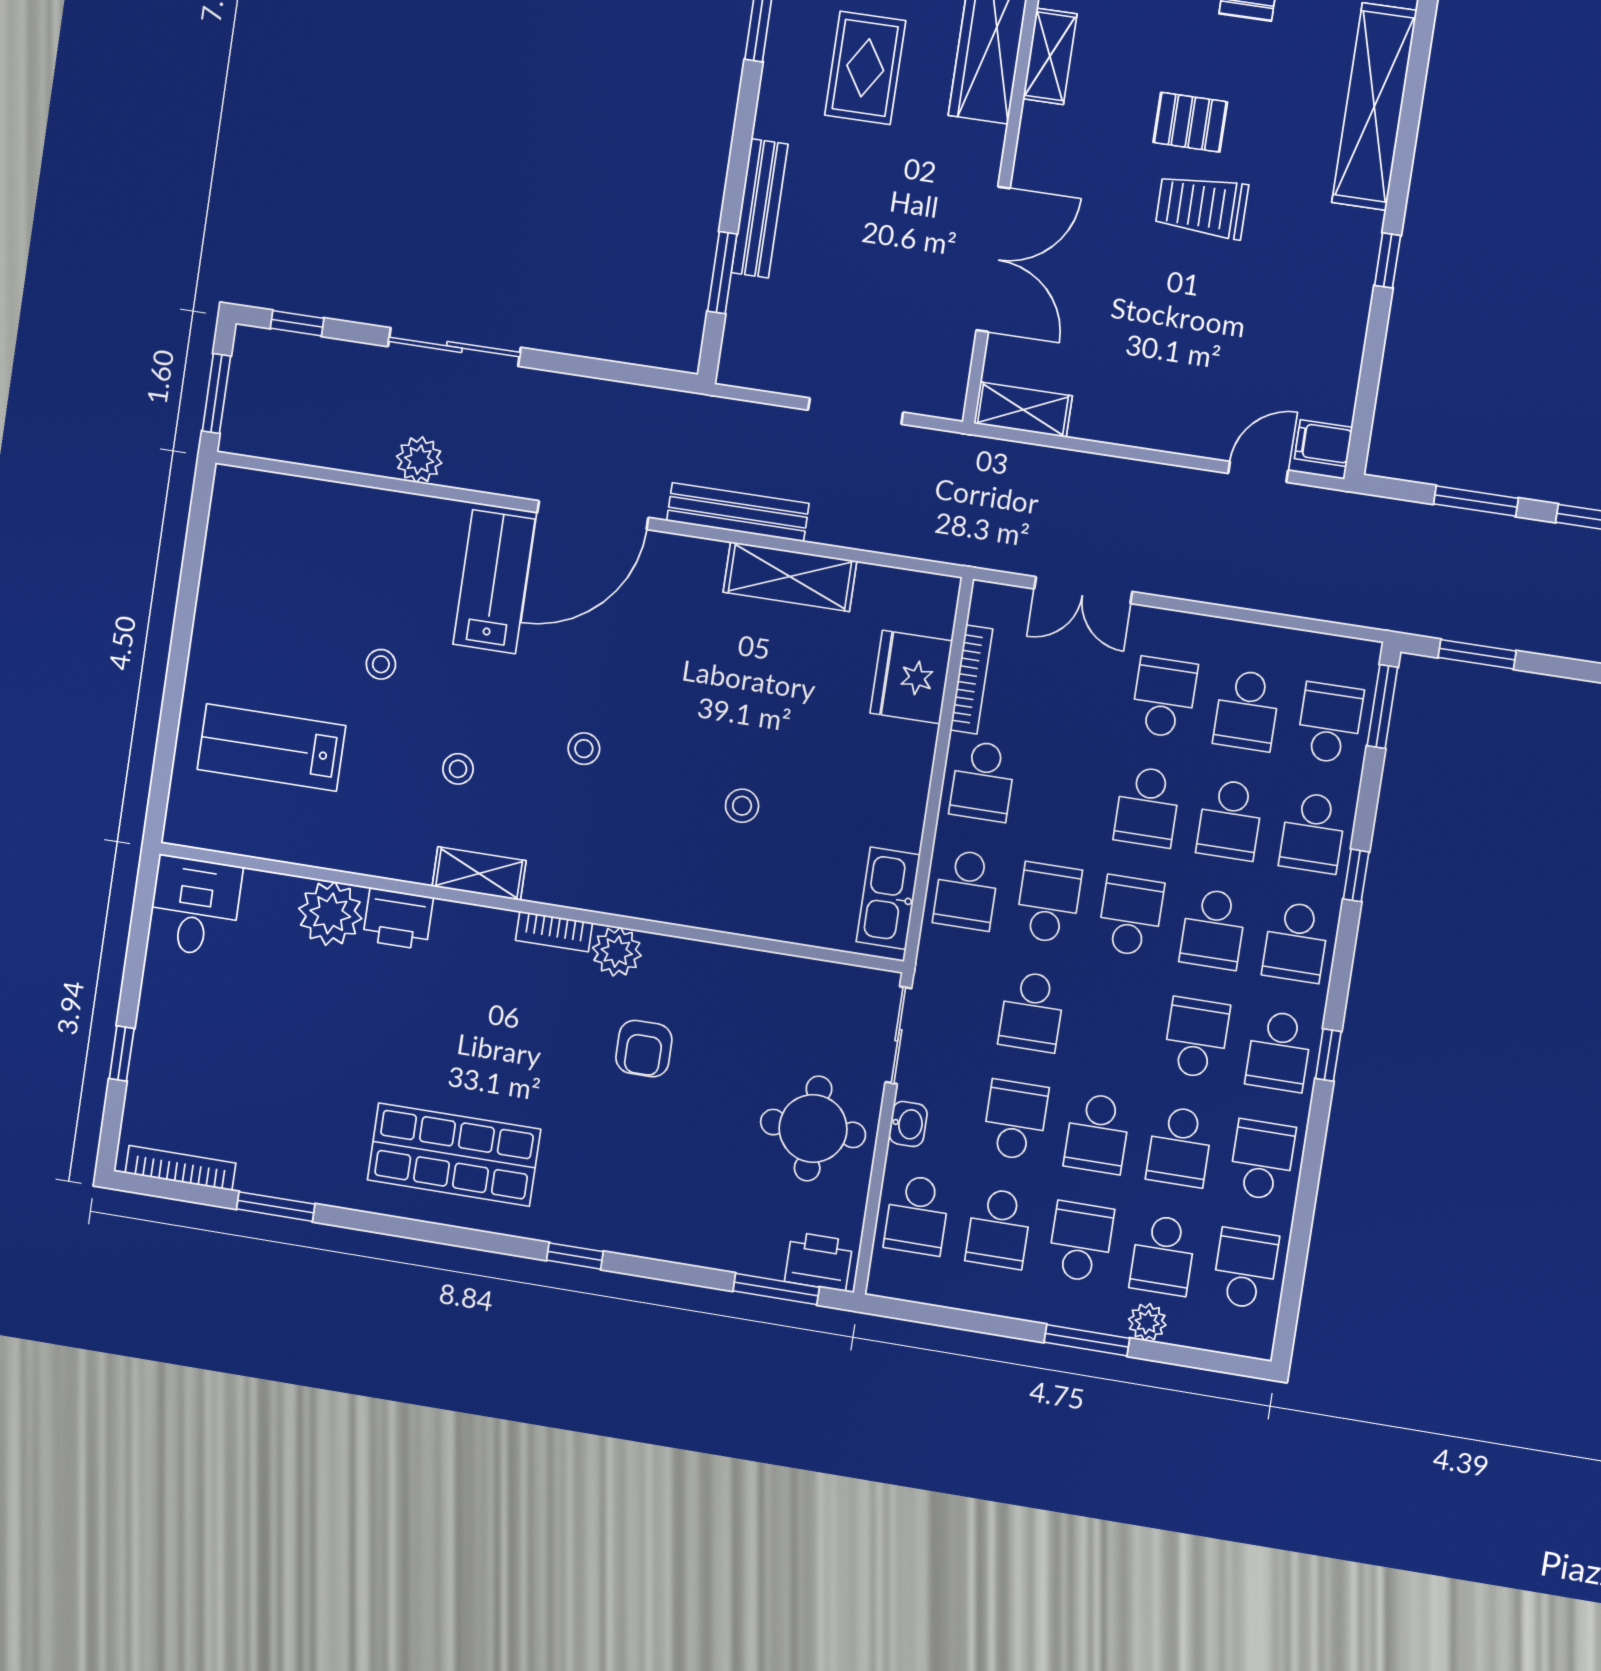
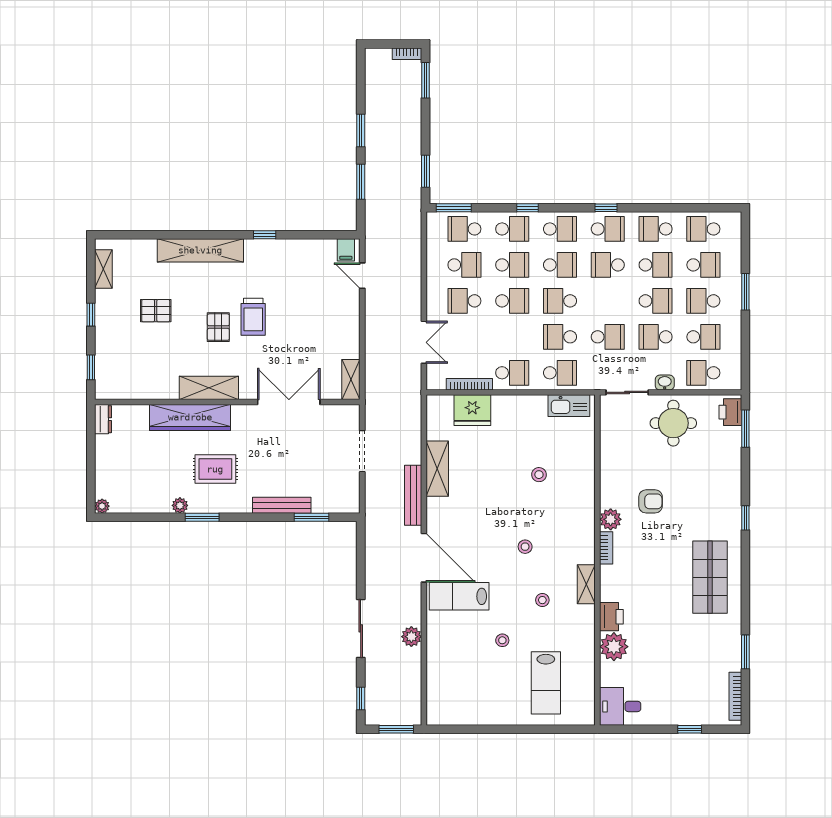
shelving: (1050, 56) -> (209, 388), width x1.50, depth x1.33
school desk: (917, 1215) -> (703, 373), turned 180
plant: (1147, 1322) -> (733, 267), removed

